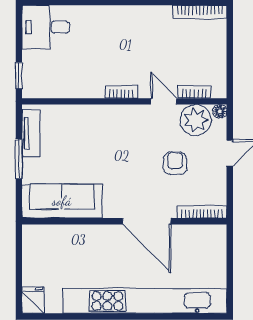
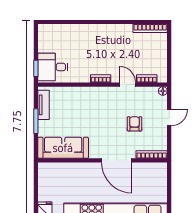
desk: (46, 27) -> (53, 67), moved
plant: (196, 120) -> (148, 96), removed

